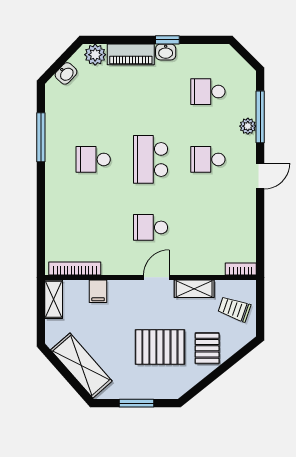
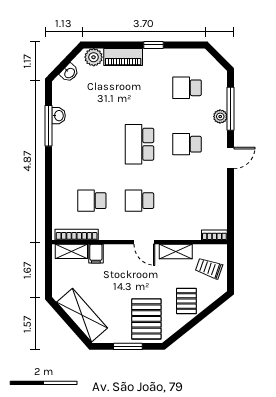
washbasin: (166, 52) -> (59, 116), moved, turned -90
school desk: (93, 159) -> (92, 201), moved
door: (156, 277) -> (144, 242), swing flipped
shelving: (54, 299) -> (71, 251), moved, turned 90
pallet: (160, 347) -> (146, 319), moved, turned 90

